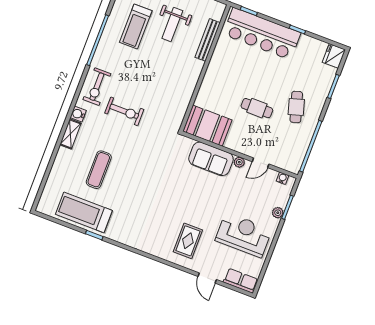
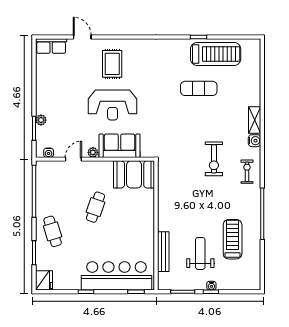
exercise bike: (97, 87) -> (247, 172), width x0.73, depth x0.72
cafe table: (296, 107) -> (53, 231), moved
cafe table: (257, 108) -> (96, 207), turned -71
exercise bike: (124, 111) -> (214, 159), turned -90
exercise mat: (99, 170) -> (199, 88), moved, turned 90
reception desk: (244, 235) -> (113, 105), moved

